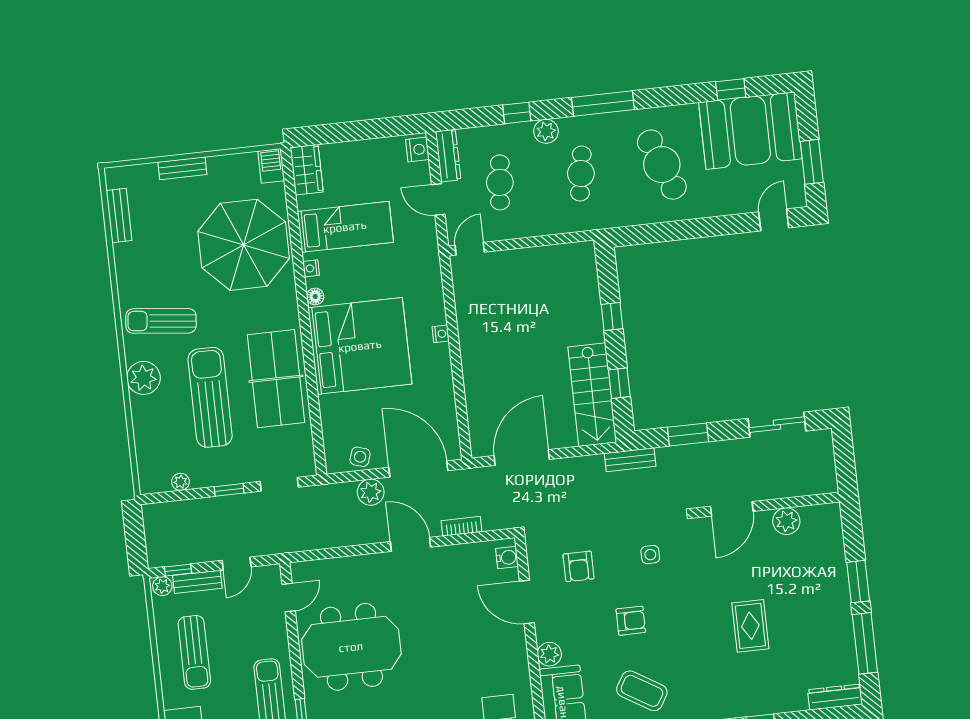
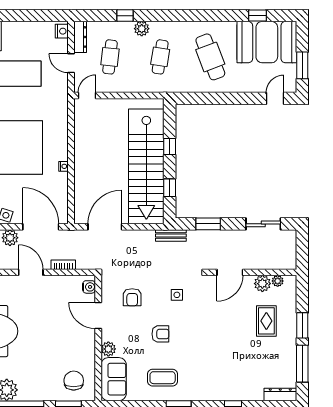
window: (603, 103) -> (178, 16), removed
nightstand: (441, 334) -> (63, 166), moved
stairs: (592, 395) -> (146, 166), width x1.86, depth x1.51
plant: (810, 514) -> (278, 281), added
rug: (750, 626) -> (266, 321), moved
coffee table: (642, 691) -> (163, 378), turned -31

